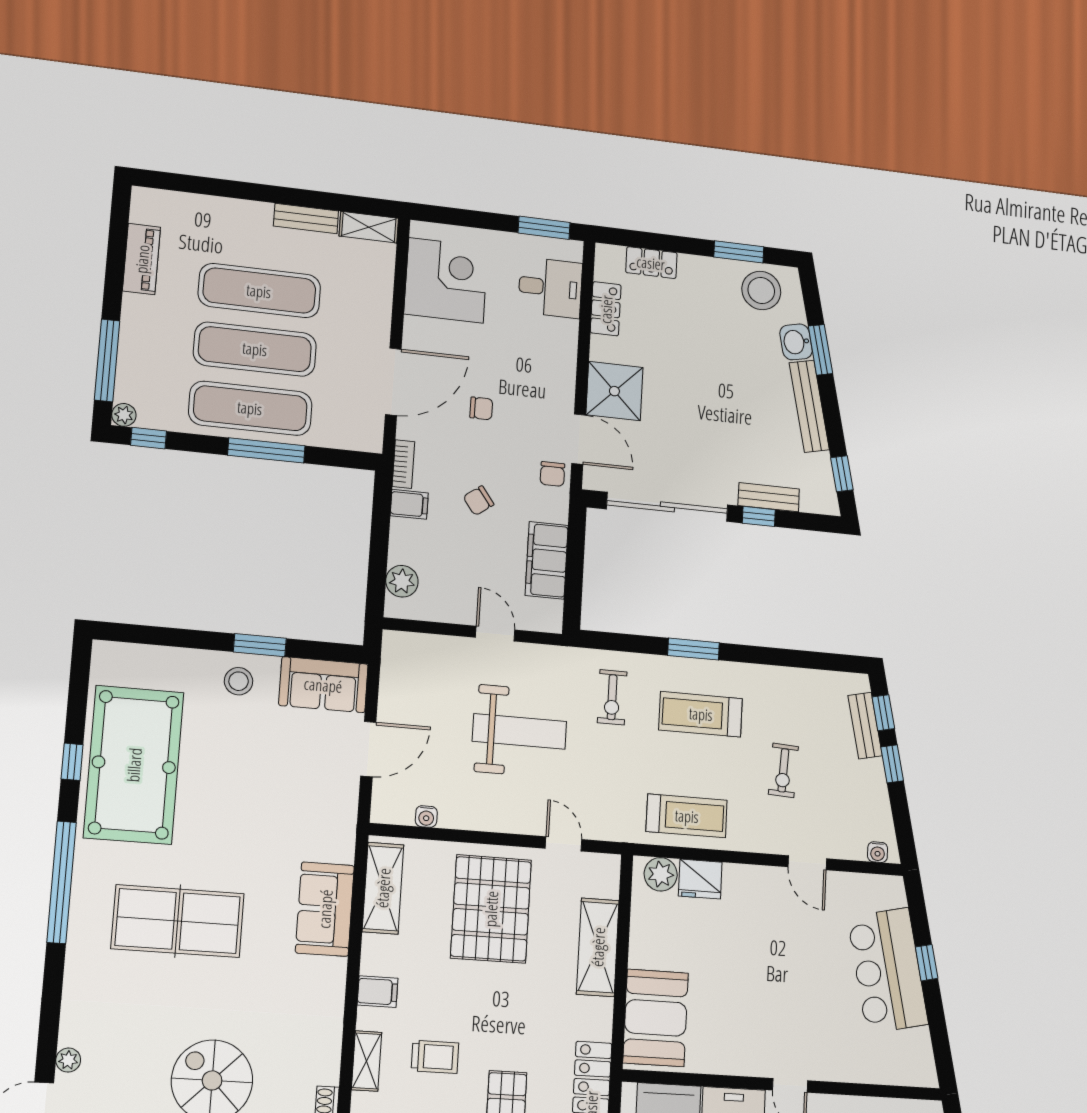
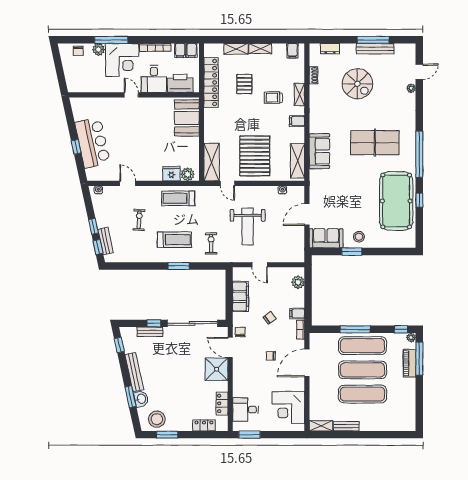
piano: (142, 259) -> (409, 363), moved
weight bench: (519, 731) -> (248, 226), turned -90
shelving: (598, 947) -> (212, 162), moved

